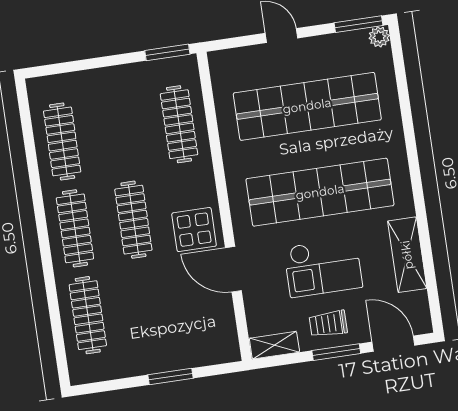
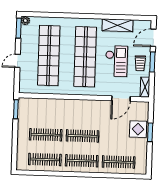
clothes rail: (179, 124) -> (46, 135), moved
display table: (194, 230) -> (138, 129), moved
door: (233, 269) -> (121, 99), moved

